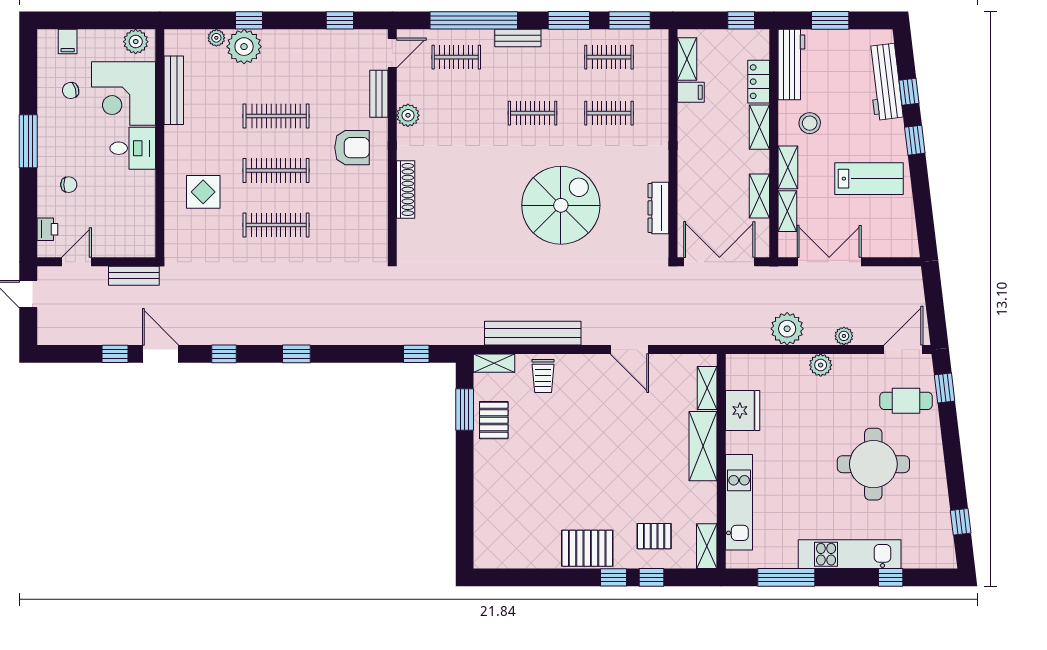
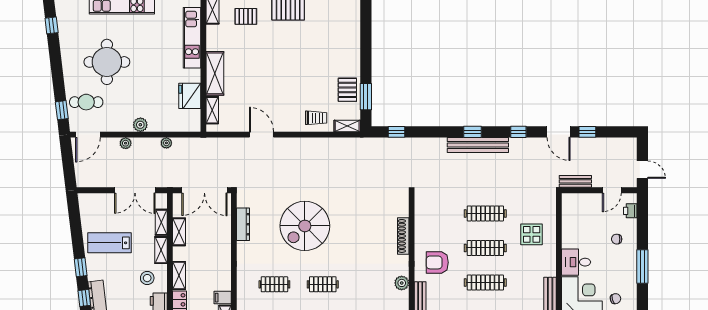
plant: (787, 329) -> (166, 143), width x0.53, depth x0.53
bench: (533, 333) -> (478, 145), moved
trolley: (543, 376) -> (316, 118), turned 90

